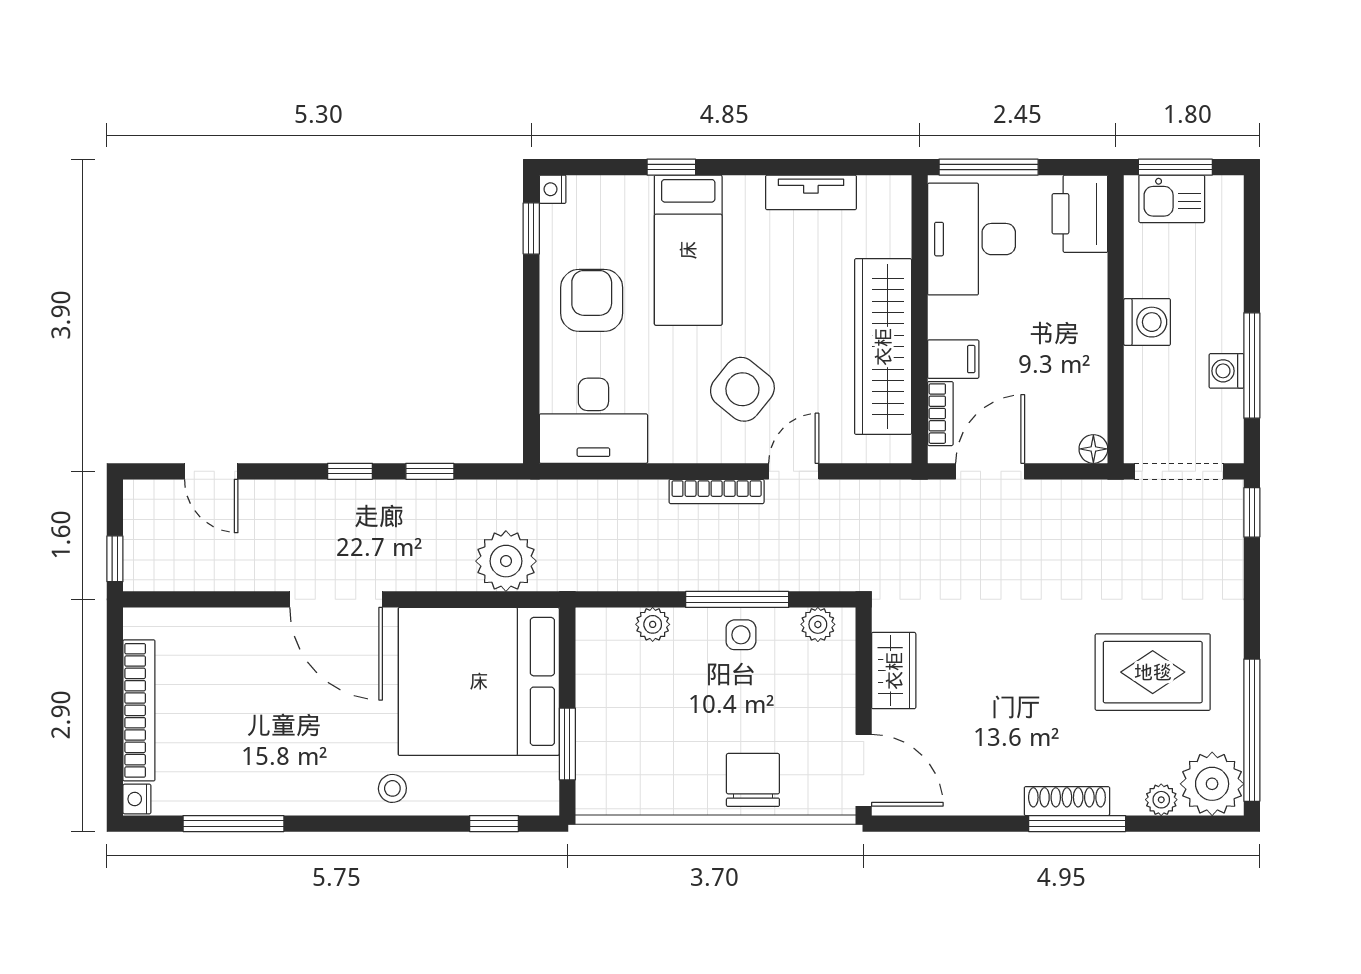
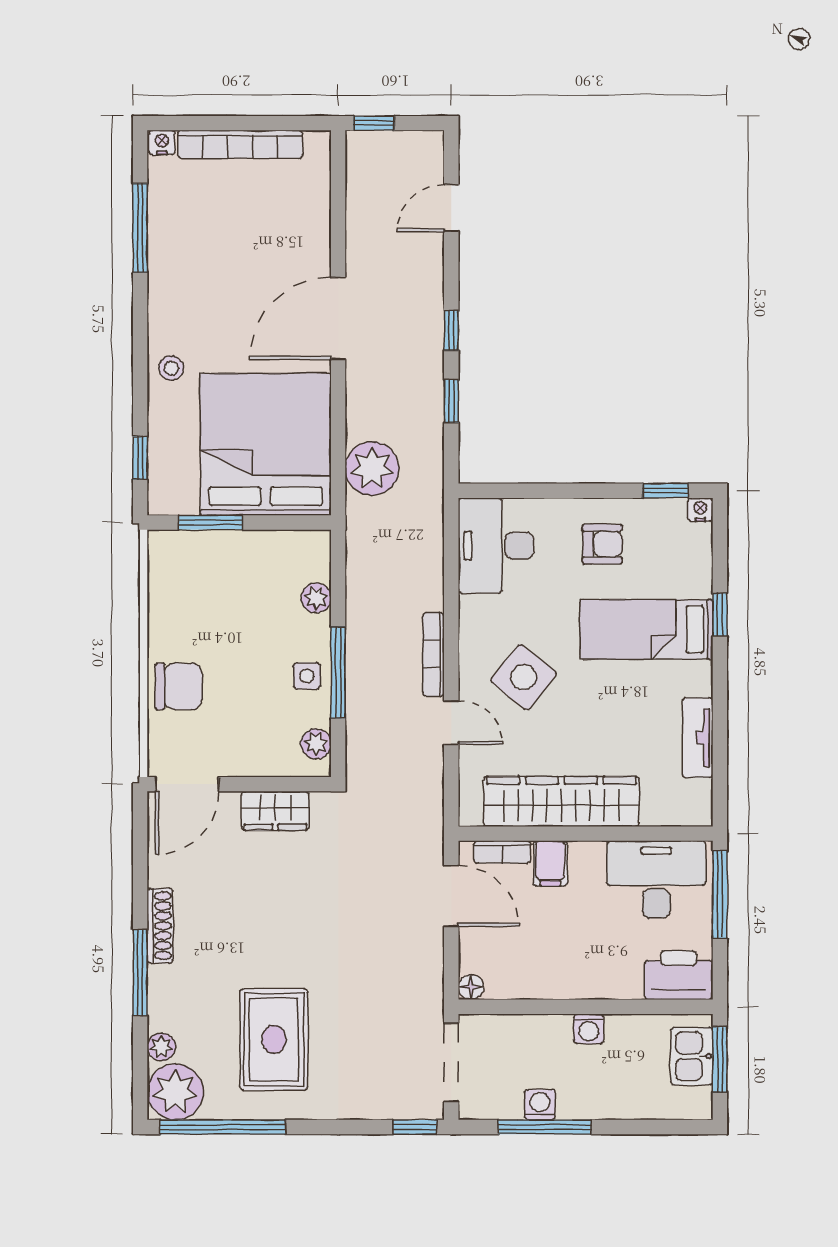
armchair: (592, 300) -> (602, 544), width x0.72, depth x0.72
washing machine: (1147, 322) -> (589, 1029), width x0.73, depth x0.73
shoe rack: (1067, 801) -> (160, 926), moved

